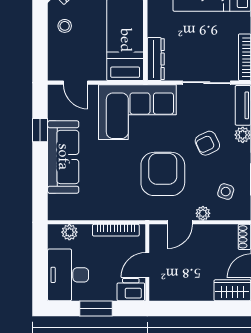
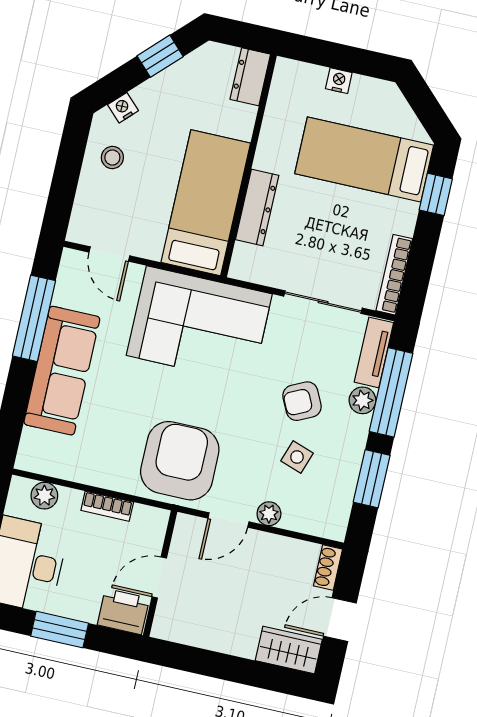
dresser: (156, 59) -> (257, 208), moved
window: (40, 130) -> (34, 318), width x2.17
armchair: (163, 174) -> (180, 461), moved
side table: (226, 192) -> (297, 457), moved
bookcase: (116, 230) -> (107, 506), width x0.64

